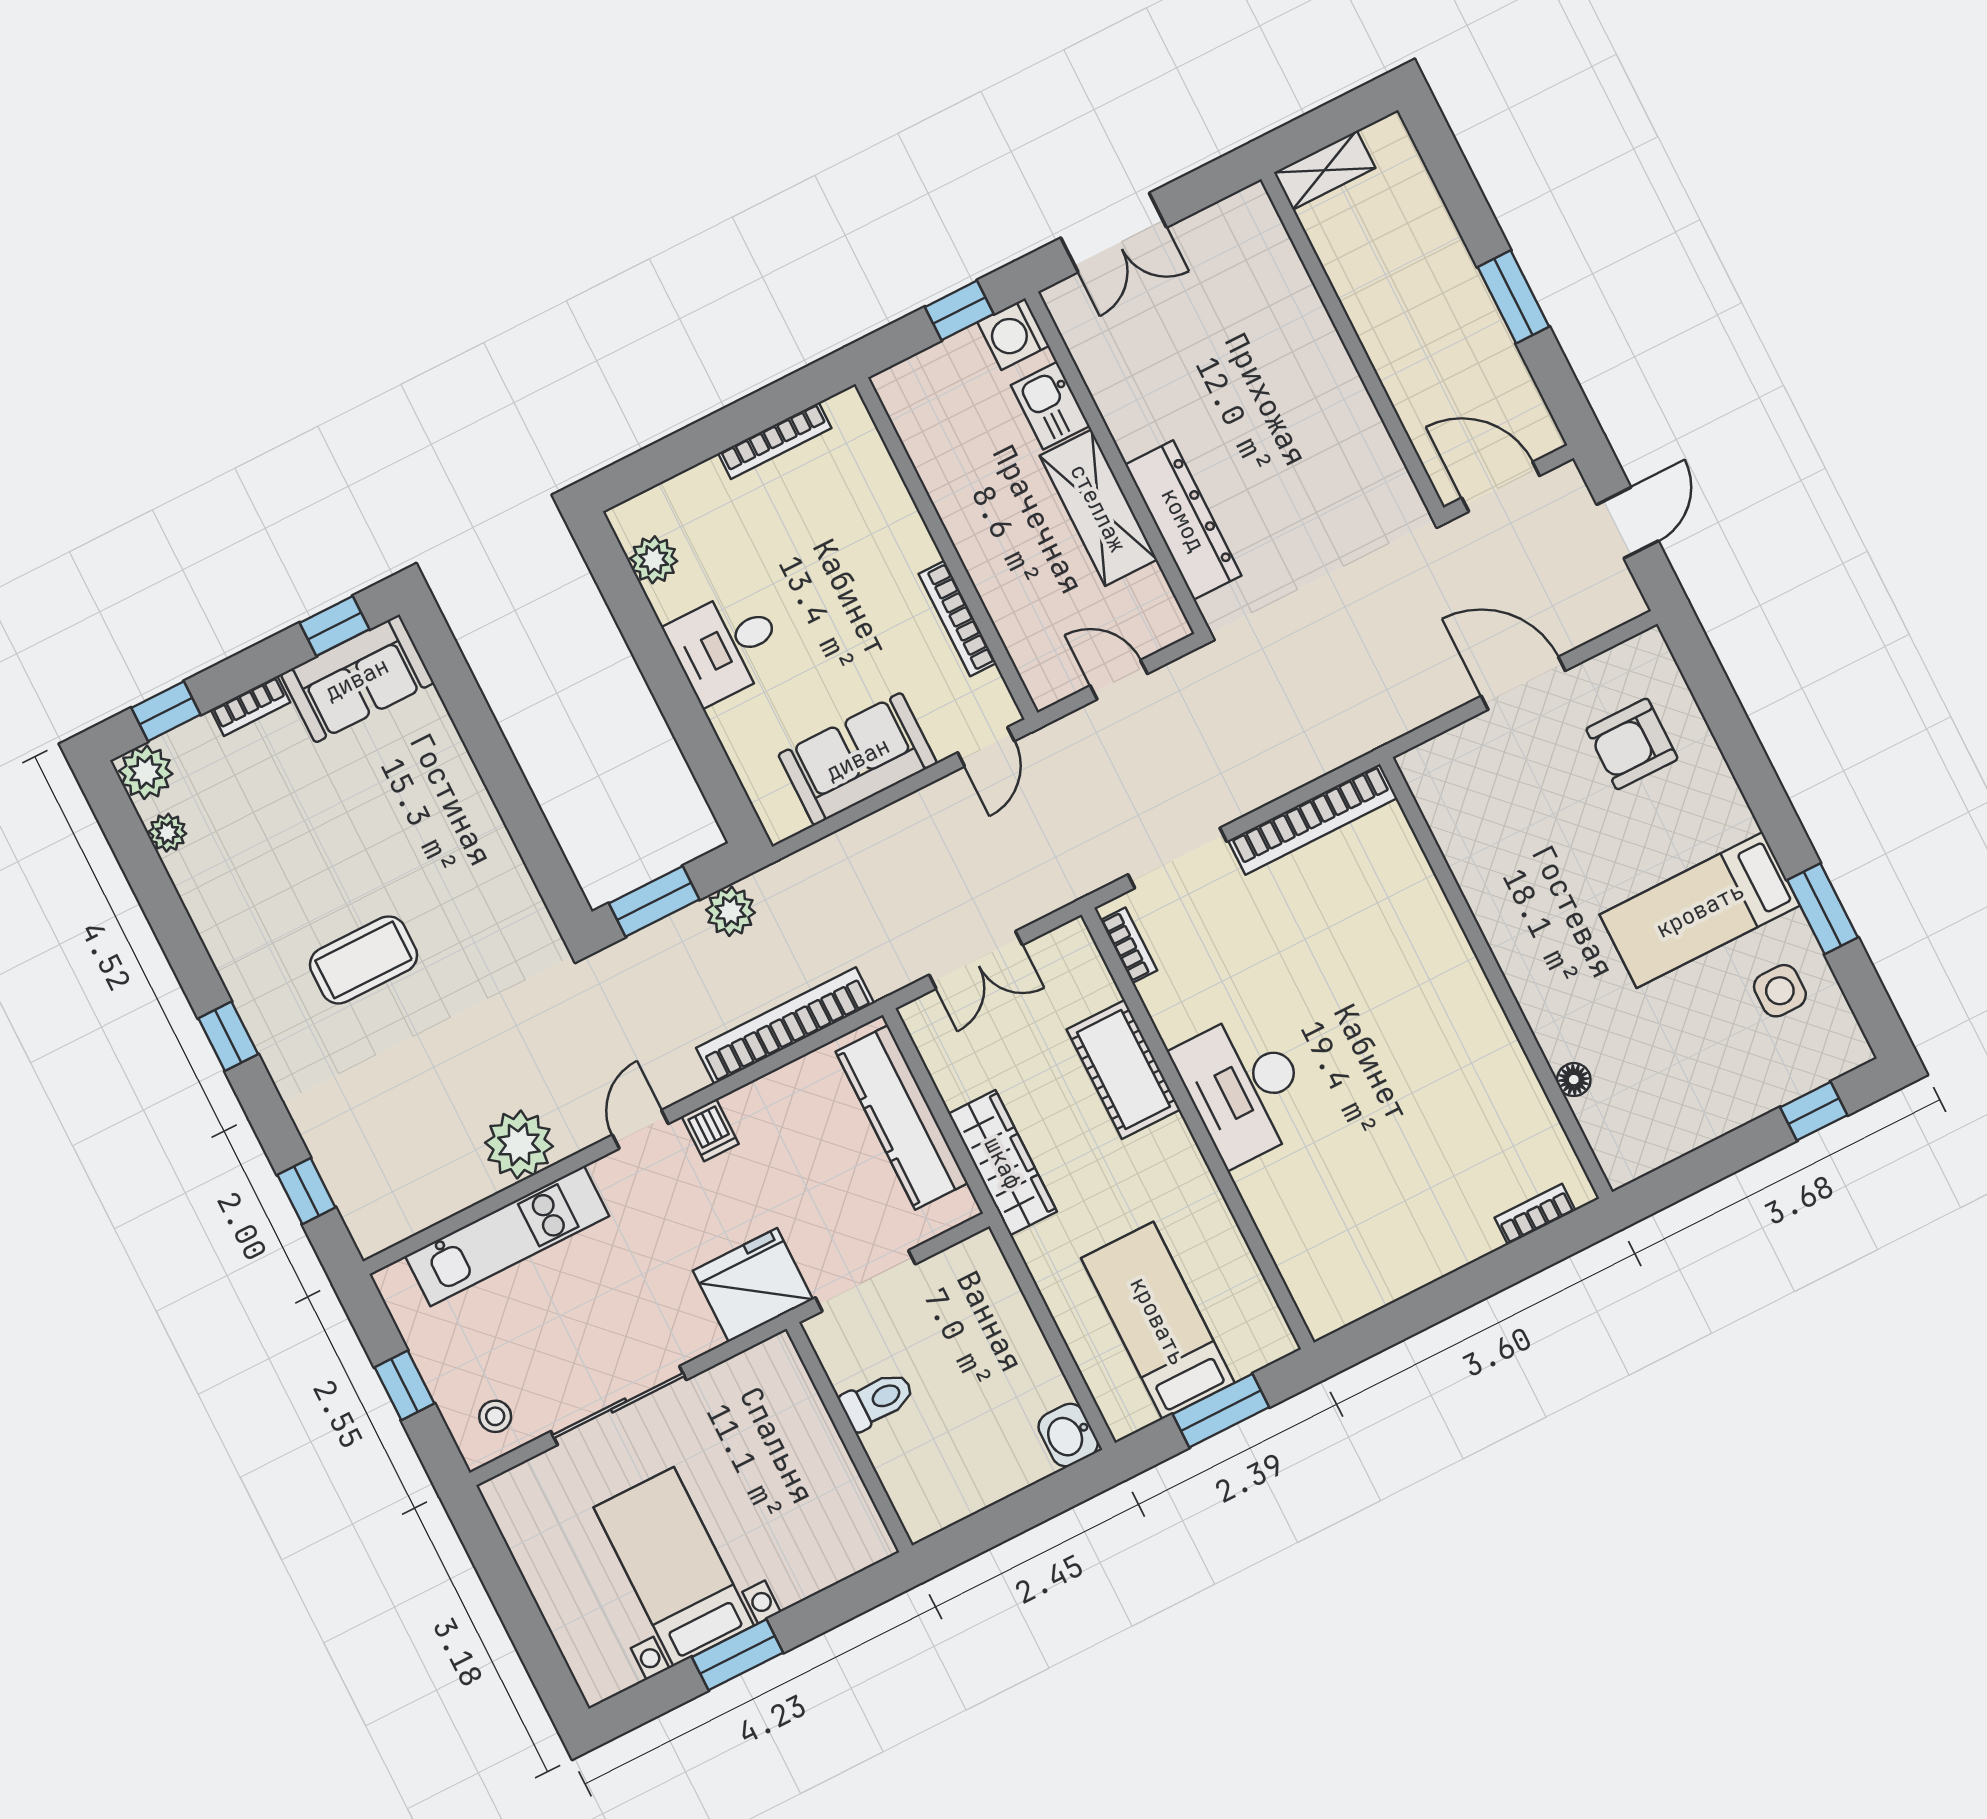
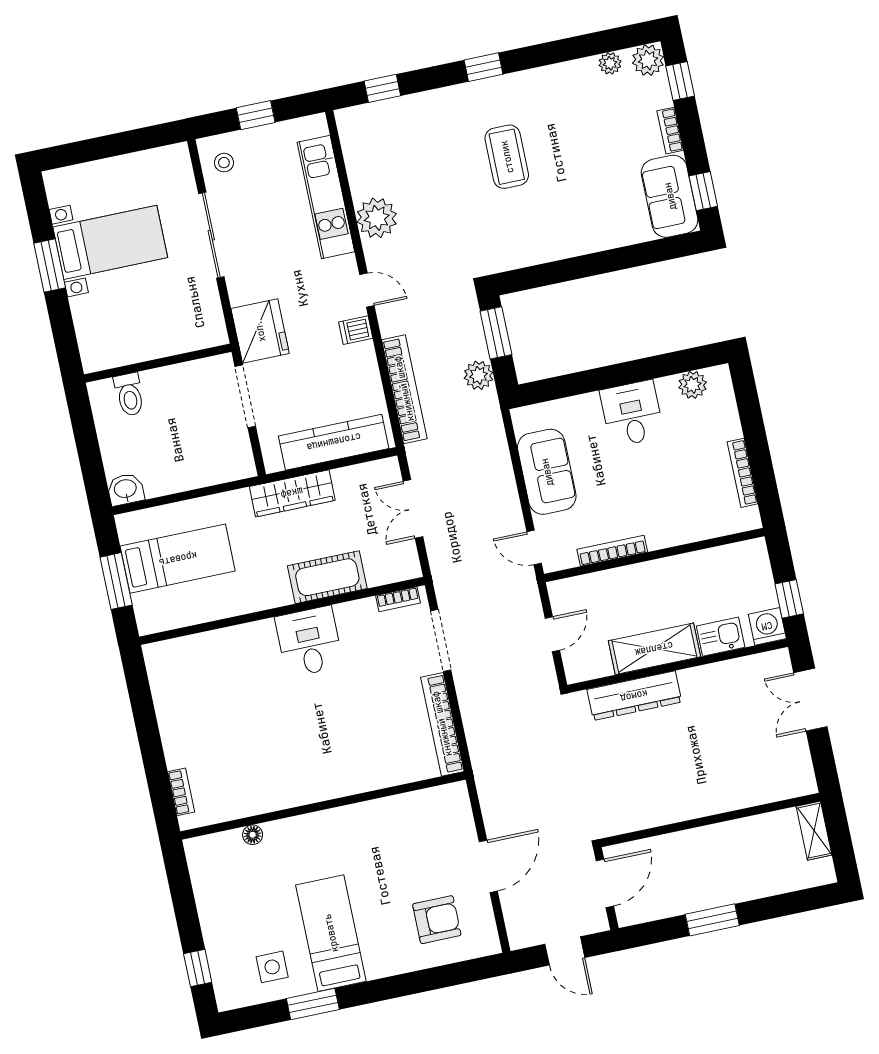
armchair: (1632, 744) -> (437, 920), turned 90
desk: (1244, 1088) -> (309, 642), width x0.73
toilet: (877, 1400) -> (129, 394), moved

